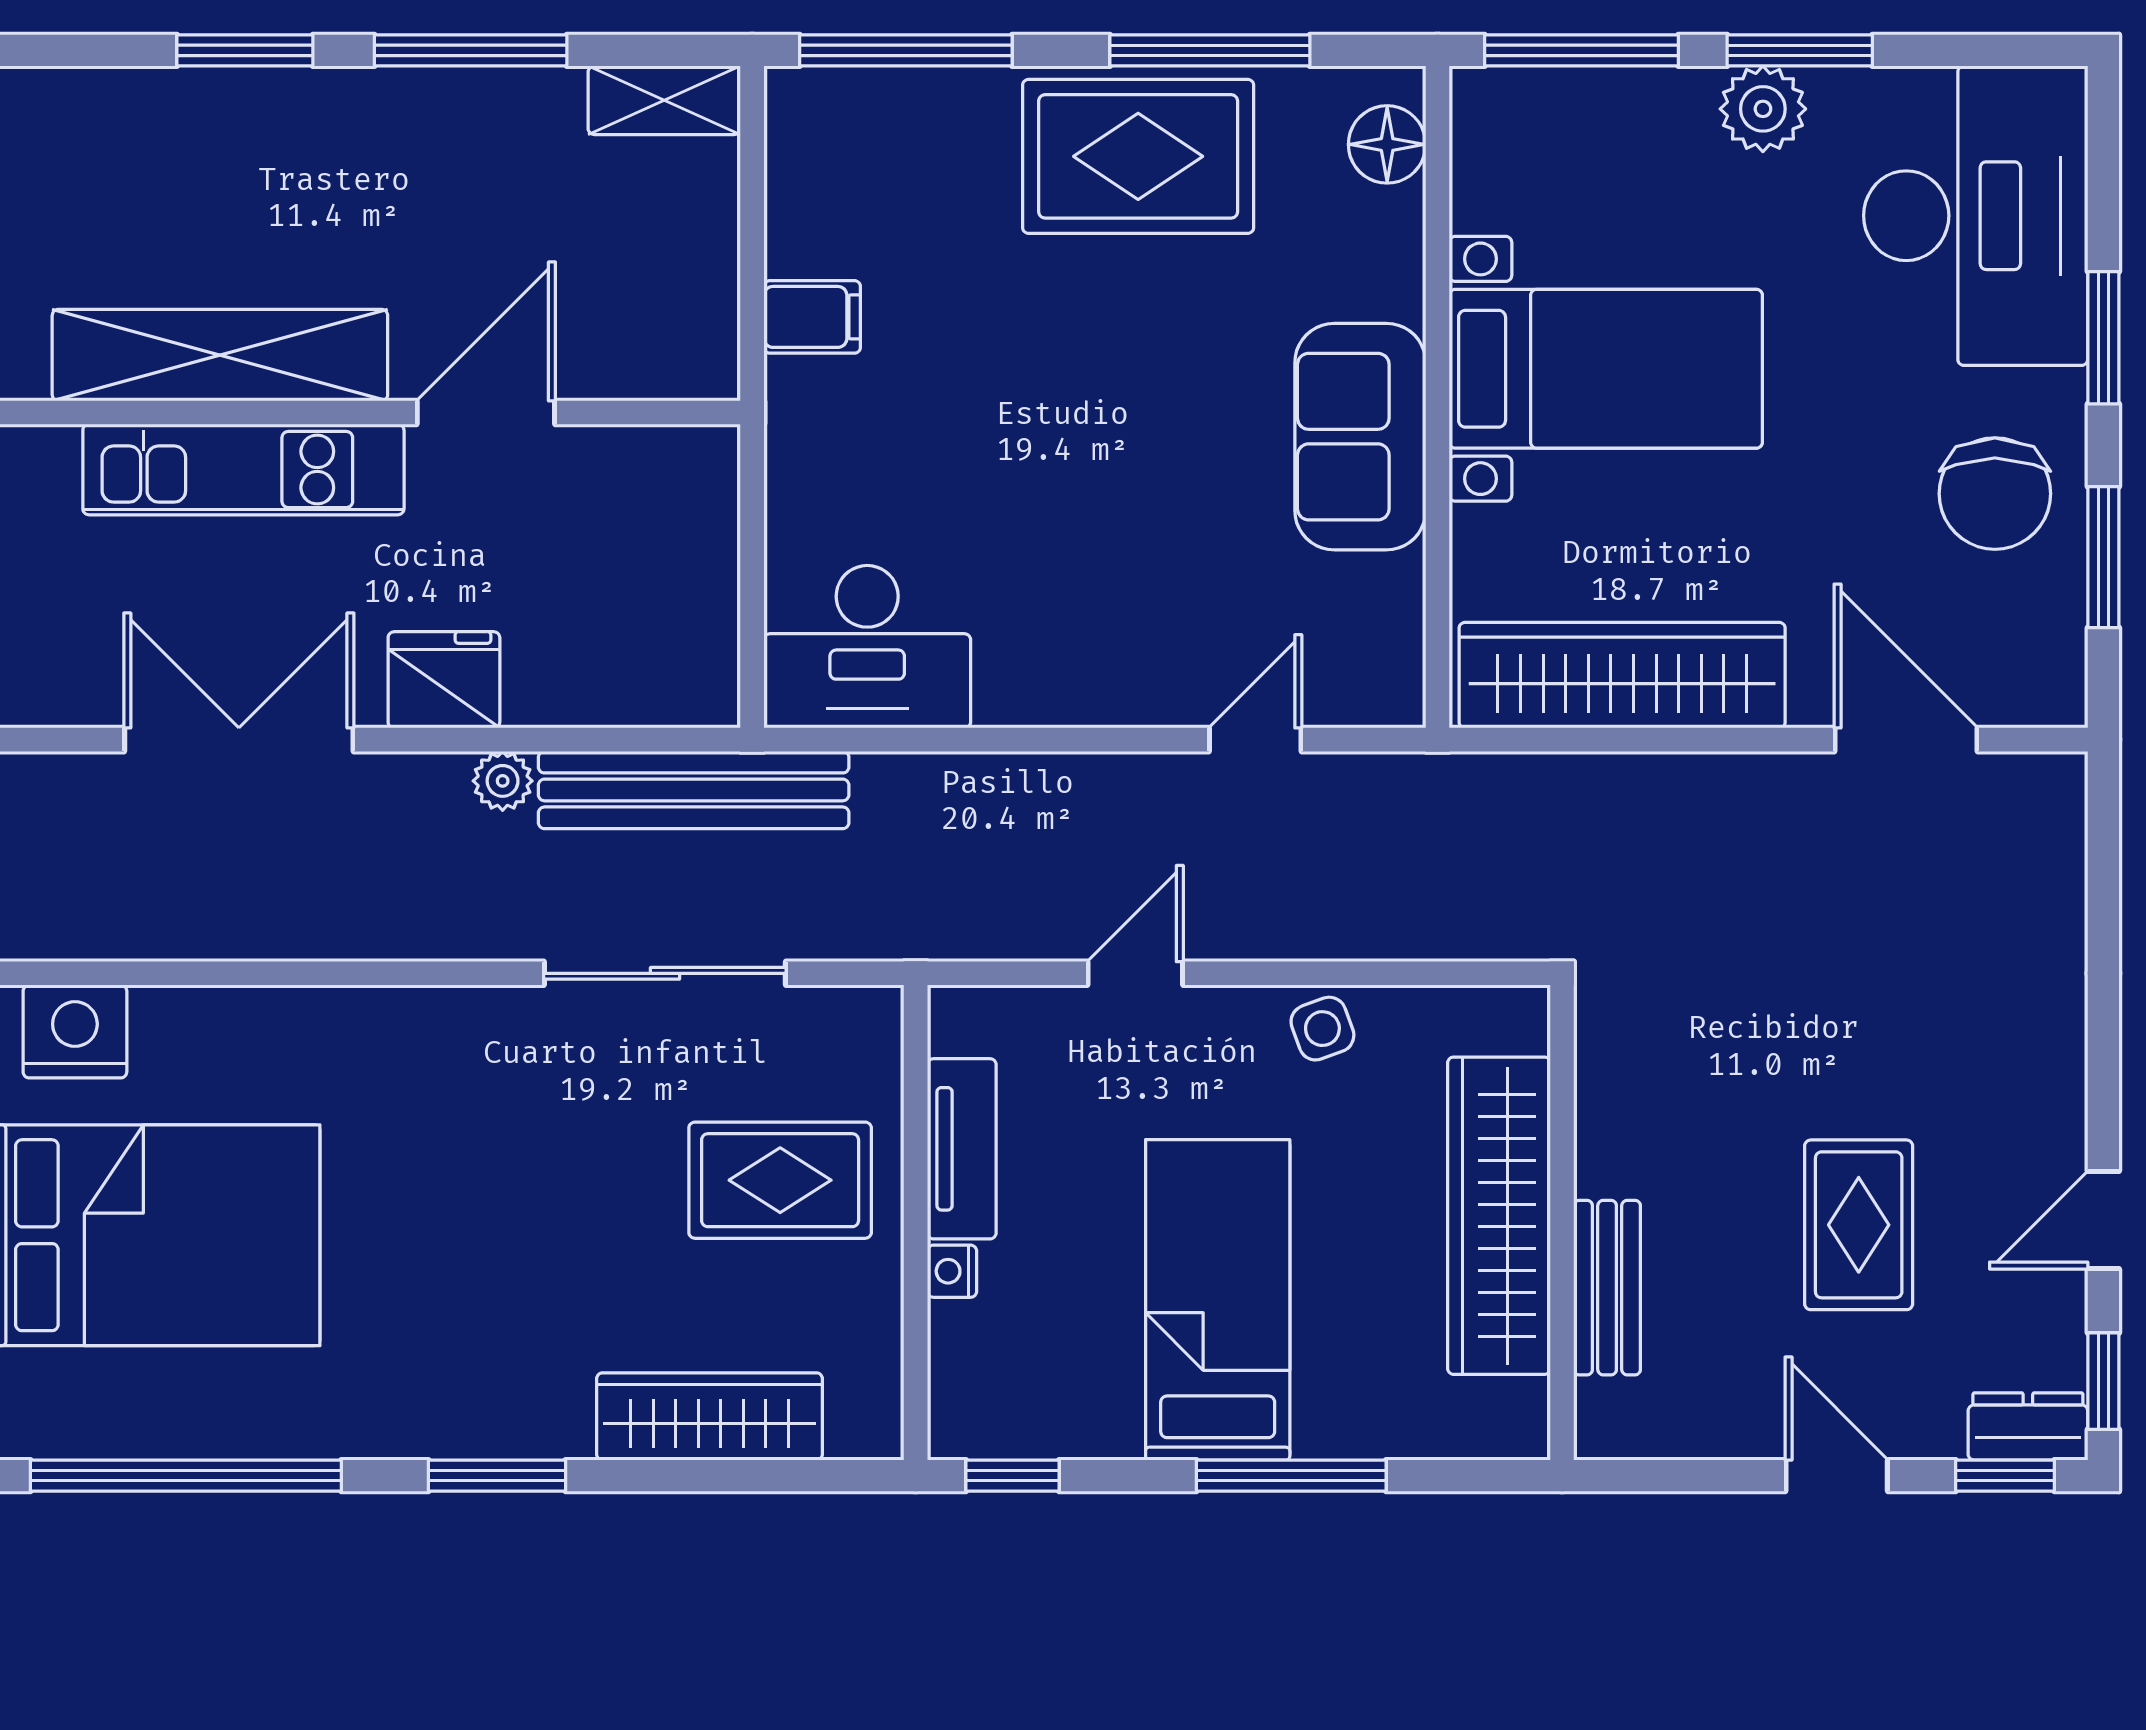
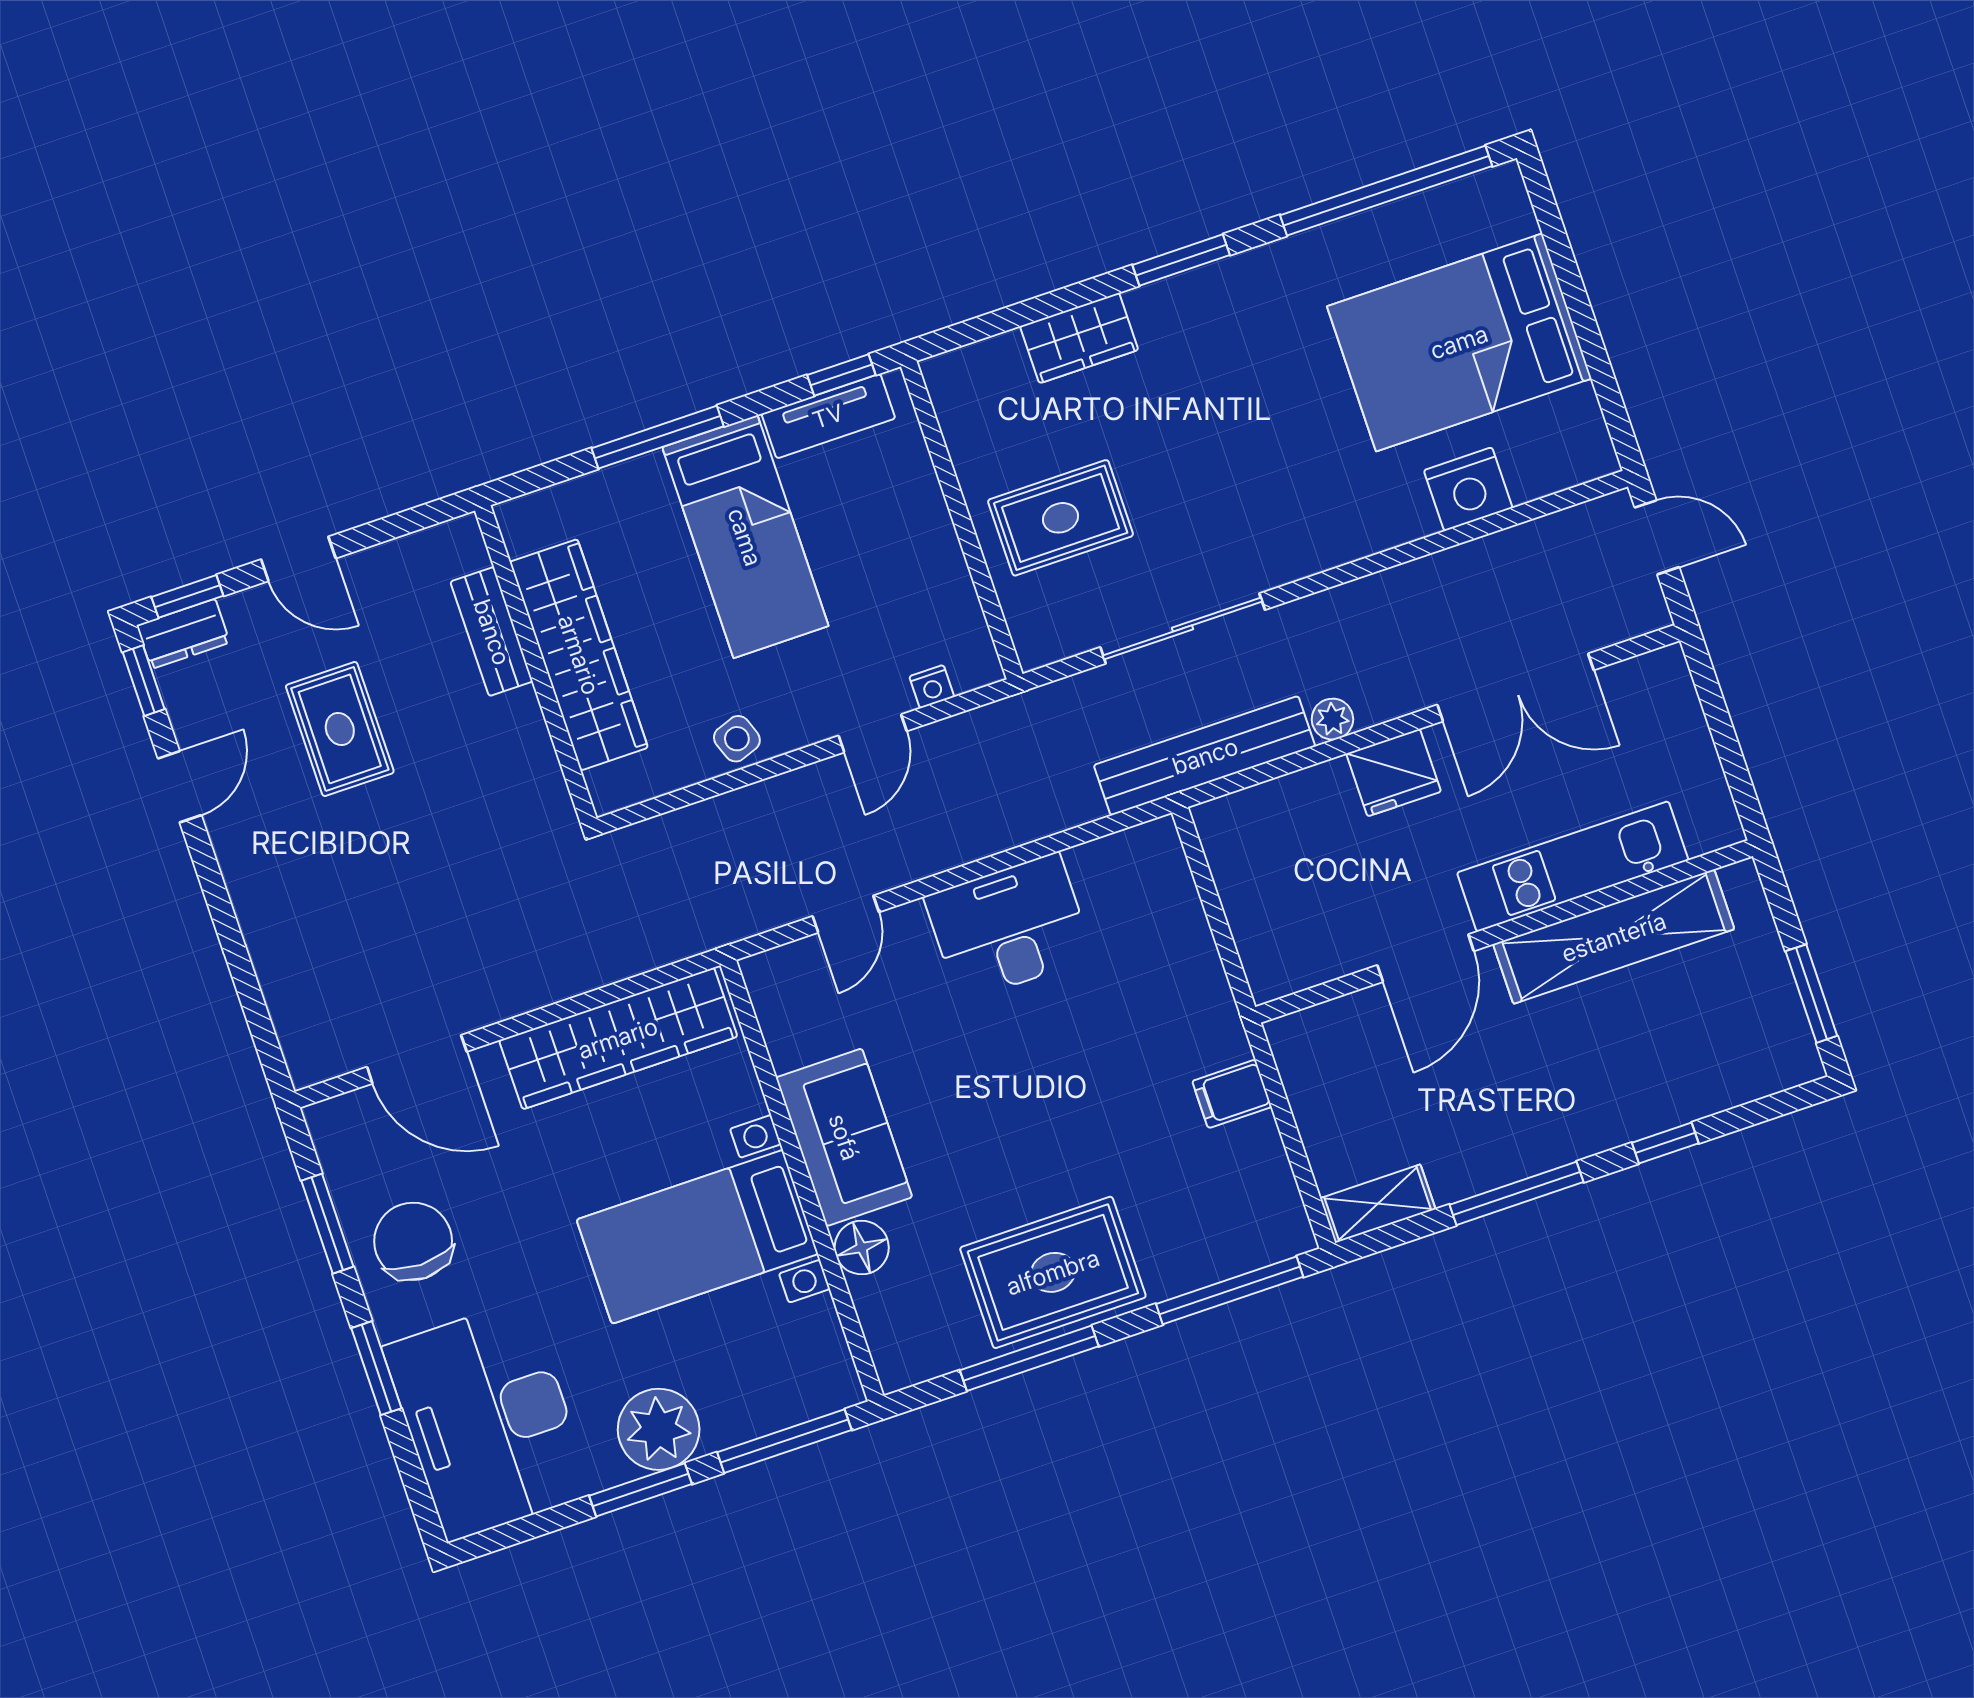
window: (245, 50) -> (1665, 1143), width x0.67
plant: (1763, 109) -> (659, 1429), width x1.36, depth x1.36
floor lamp: (1387, 144) -> (862, 1248), moved
desk: (867, 647) -> (1009, 927), moved
nightstand: (75, 1031) -> (1468, 489), moved
tv unit: (962, 1149) -> (828, 416), moved, turned -90
nightstand: (952, 1271) -> (932, 687), moved, turned 90
wardrobe: (710, 1416) -> (1079, 338), width x0.67

